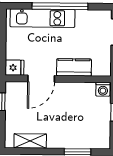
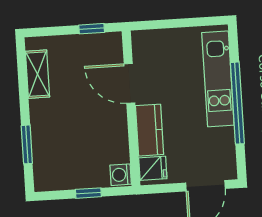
fridge: (15, 68) -> (153, 168), moved, turned -90

